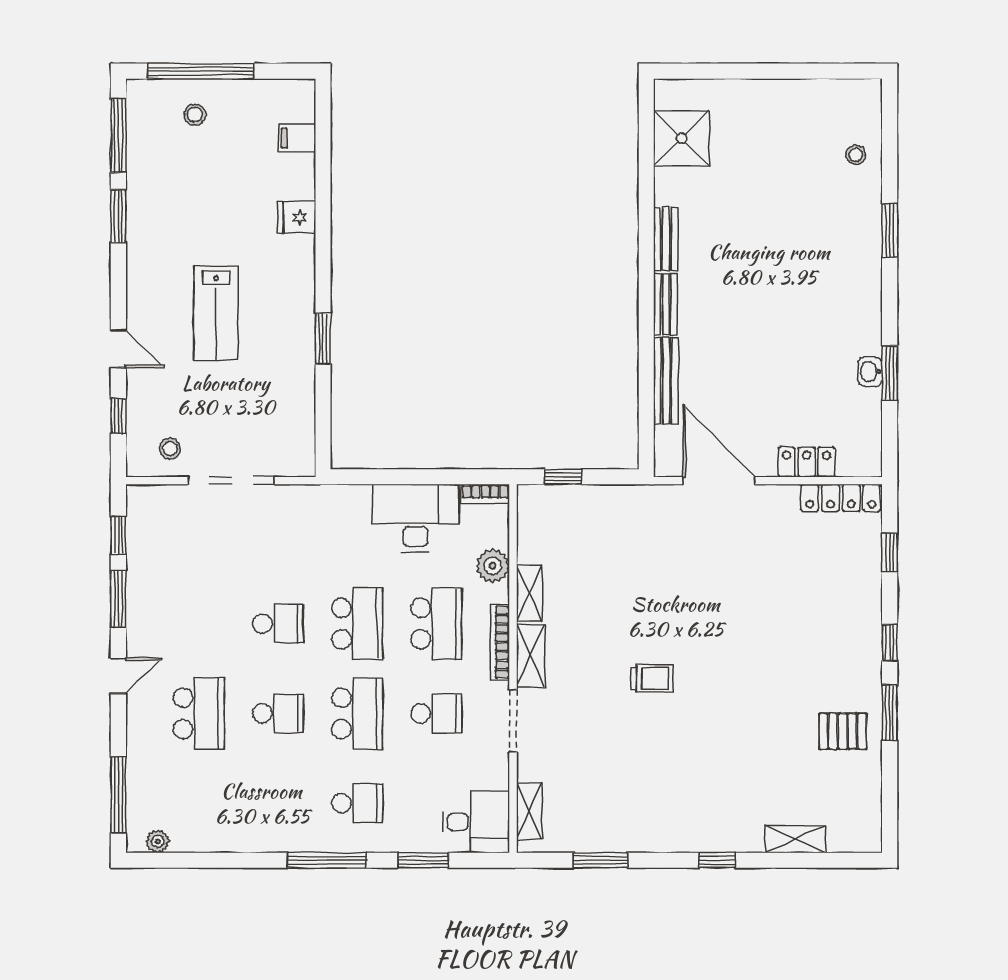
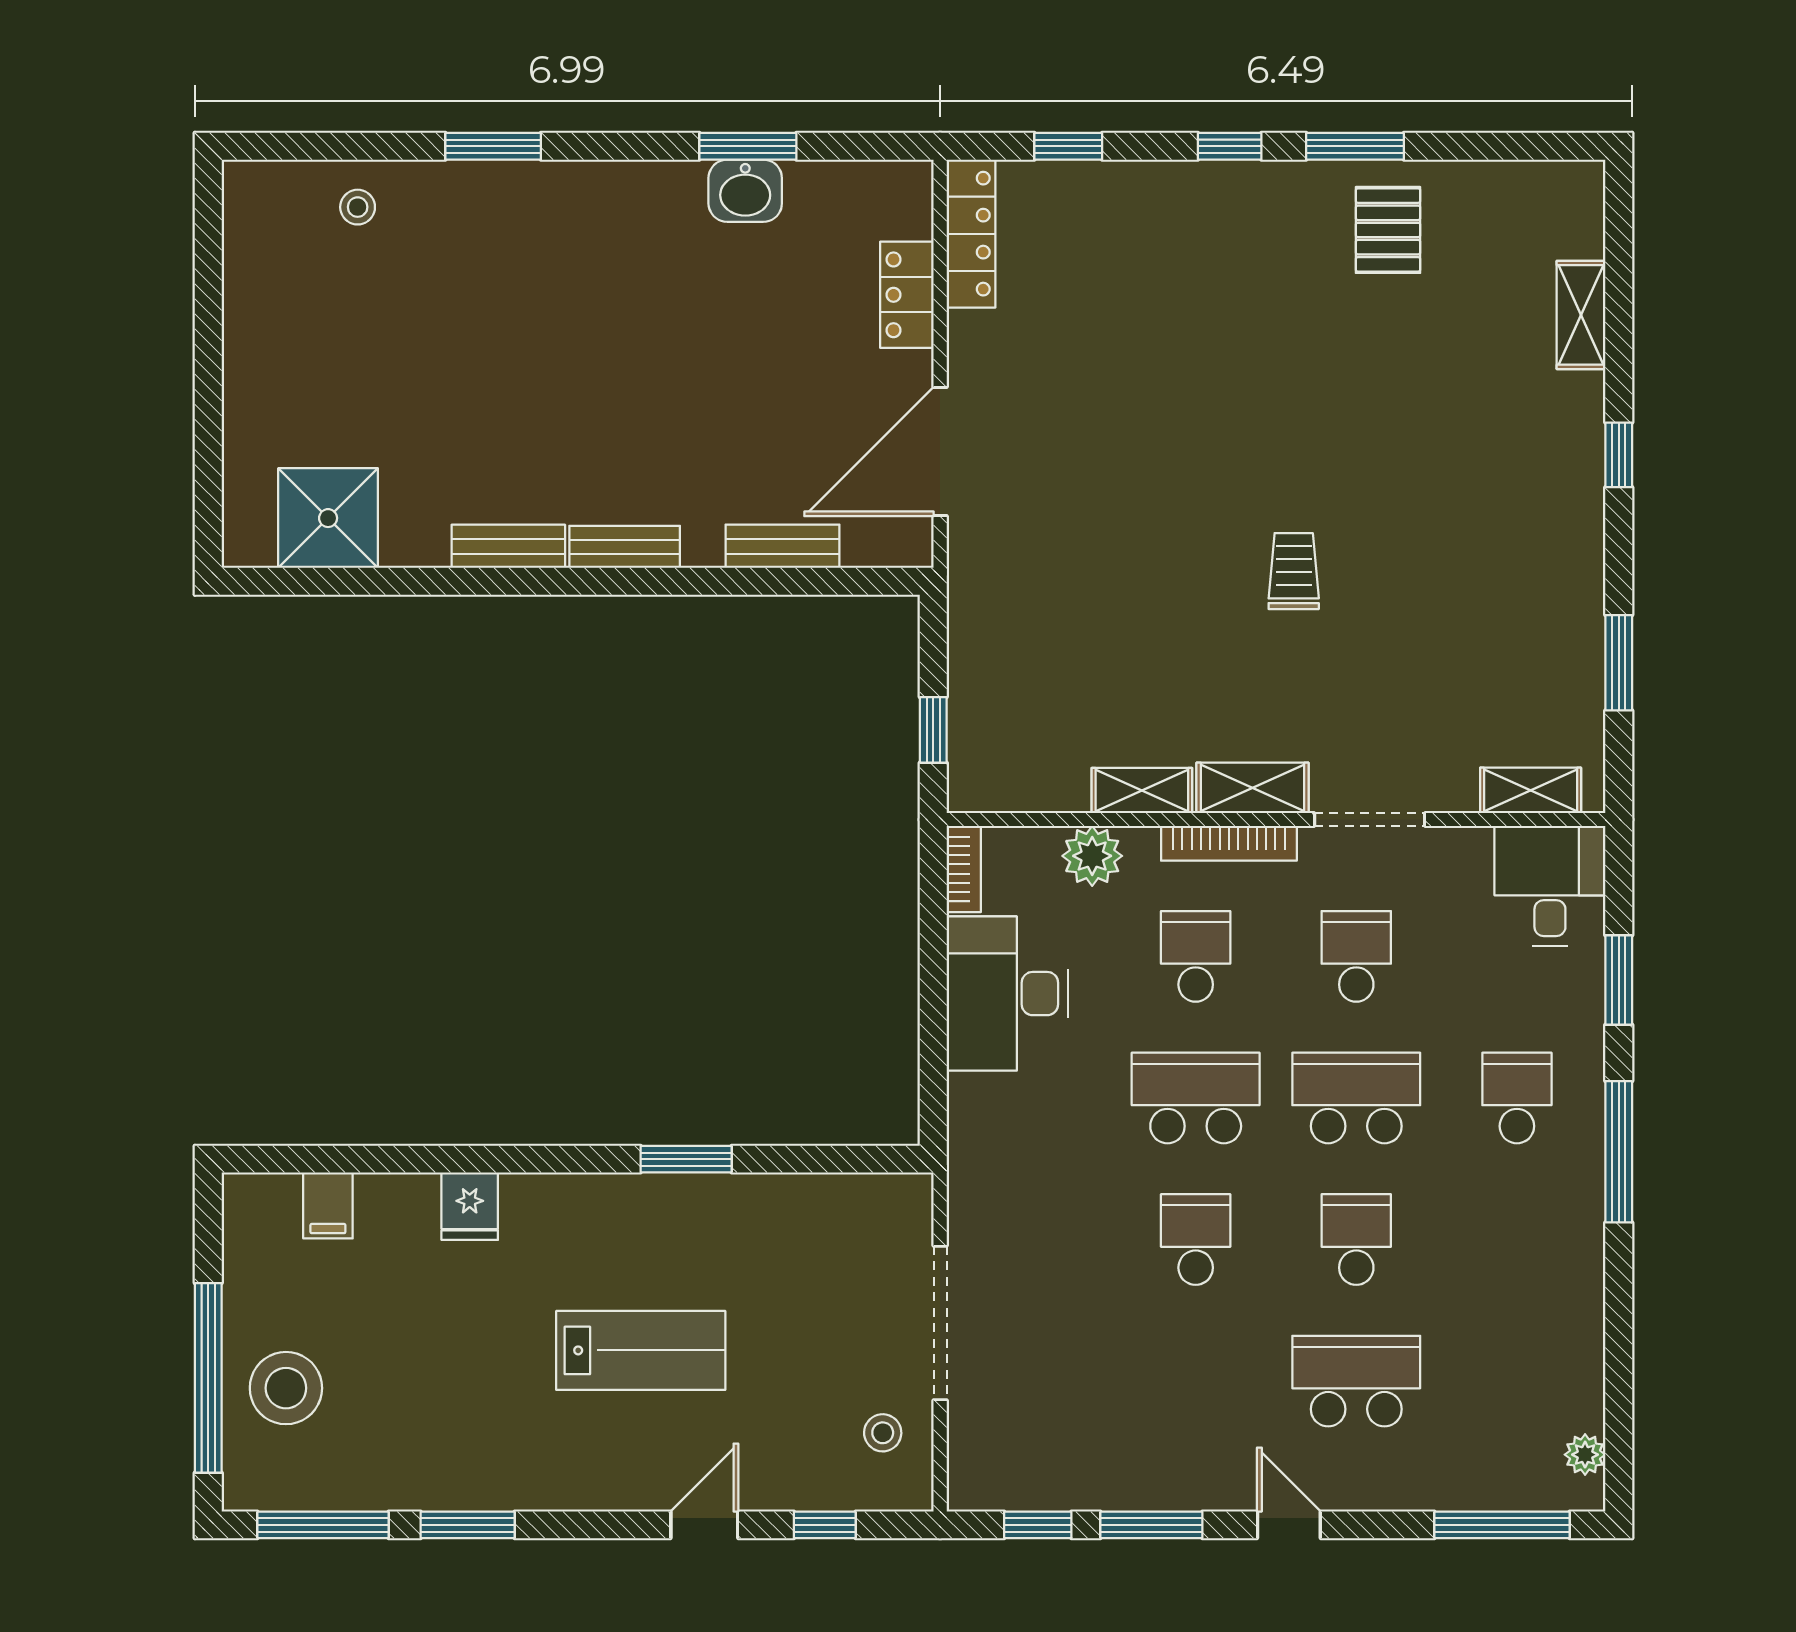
stool: (195, 115) -> (286, 1388), width x1.89, depth x1.89
washbasin: (870, 372) -> (745, 191), width x1.38, depth x1.45
bench: (666, 381) -> (783, 546), width x0.73
school desk: (436, 624) -> (1196, 956), width x0.54

